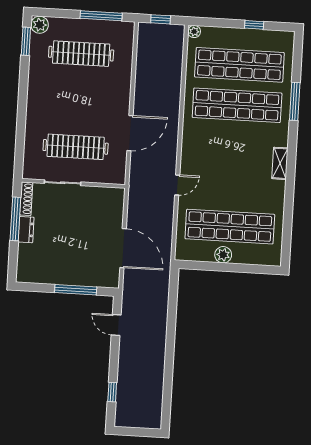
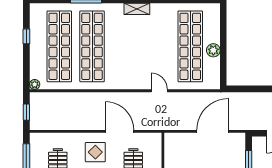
display table: (106, 102) -> (95, 152), added

